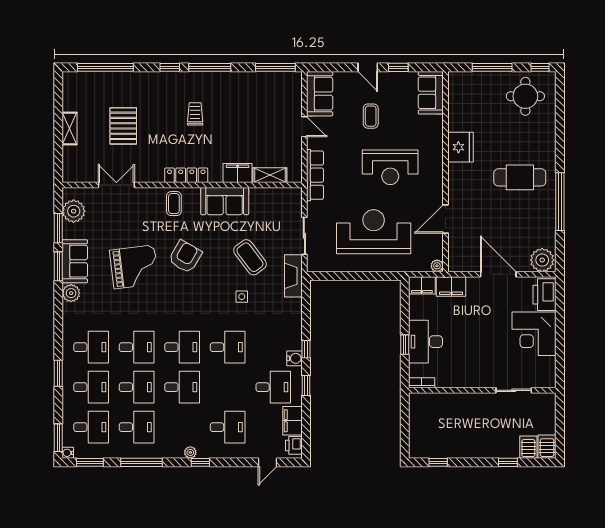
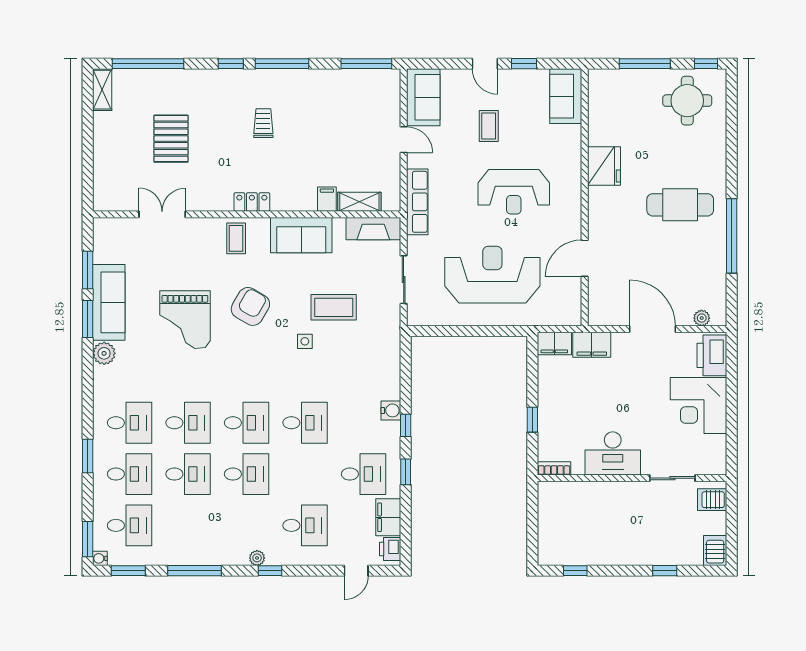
shelving: (70, 128) -> (102, 90), moved
filing cabinet: (238, 173) -> (327, 199), width x0.50
locker: (186, 175) -> (252, 202), width x0.66
plant: (74, 211) -> (107, 248), removed
coffee table: (250, 257) -> (334, 307), turned -53
plant: (542, 260) -> (702, 318), width x0.53, depth x0.53
sofa: (75, 261) -> (109, 302), width x1.36
plant: (437, 266) -> (574, 318), removed
grand piano: (134, 267) -> (185, 320), turned 97
fireplace: (293, 276) -> (373, 229), moved, turned -90
side table: (242, 297) -> (305, 341), moved
desk: (425, 342) -> (613, 453), moved, turned -90
water cooler: (295, 358) -> (391, 410), moved
desk: (137, 427) -> (188, 525), removed
server rack: (528, 447) -> (712, 500), moved, turned -90

